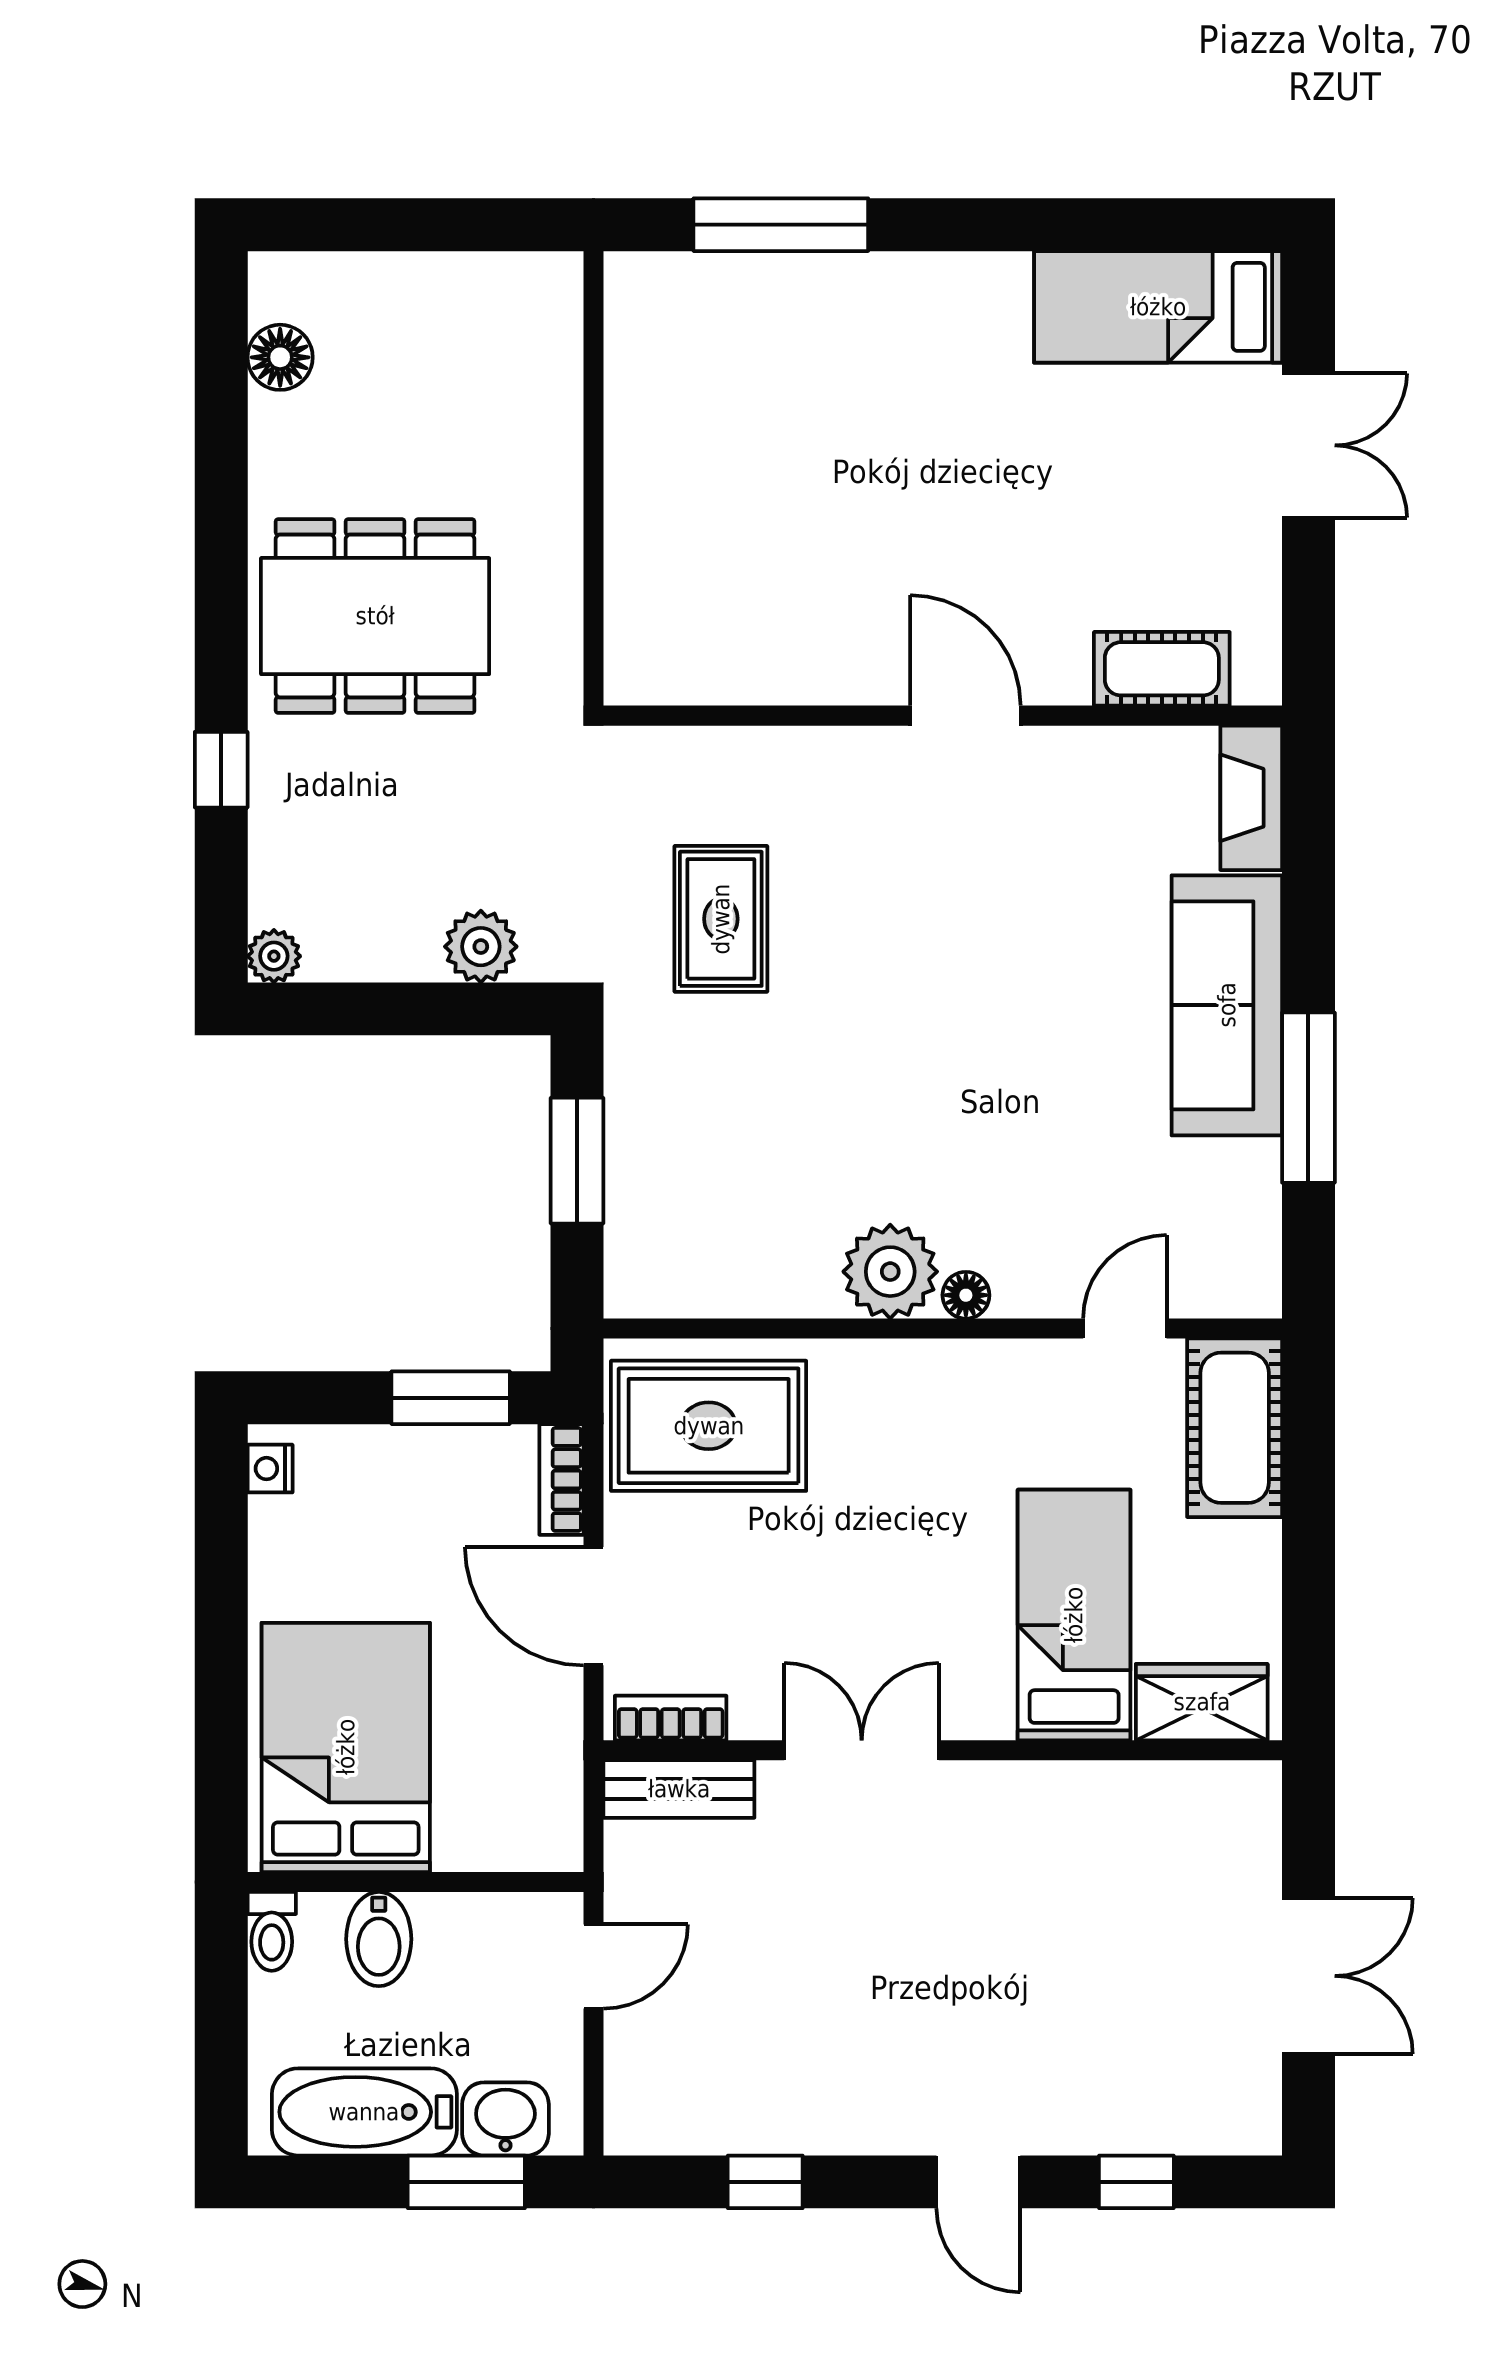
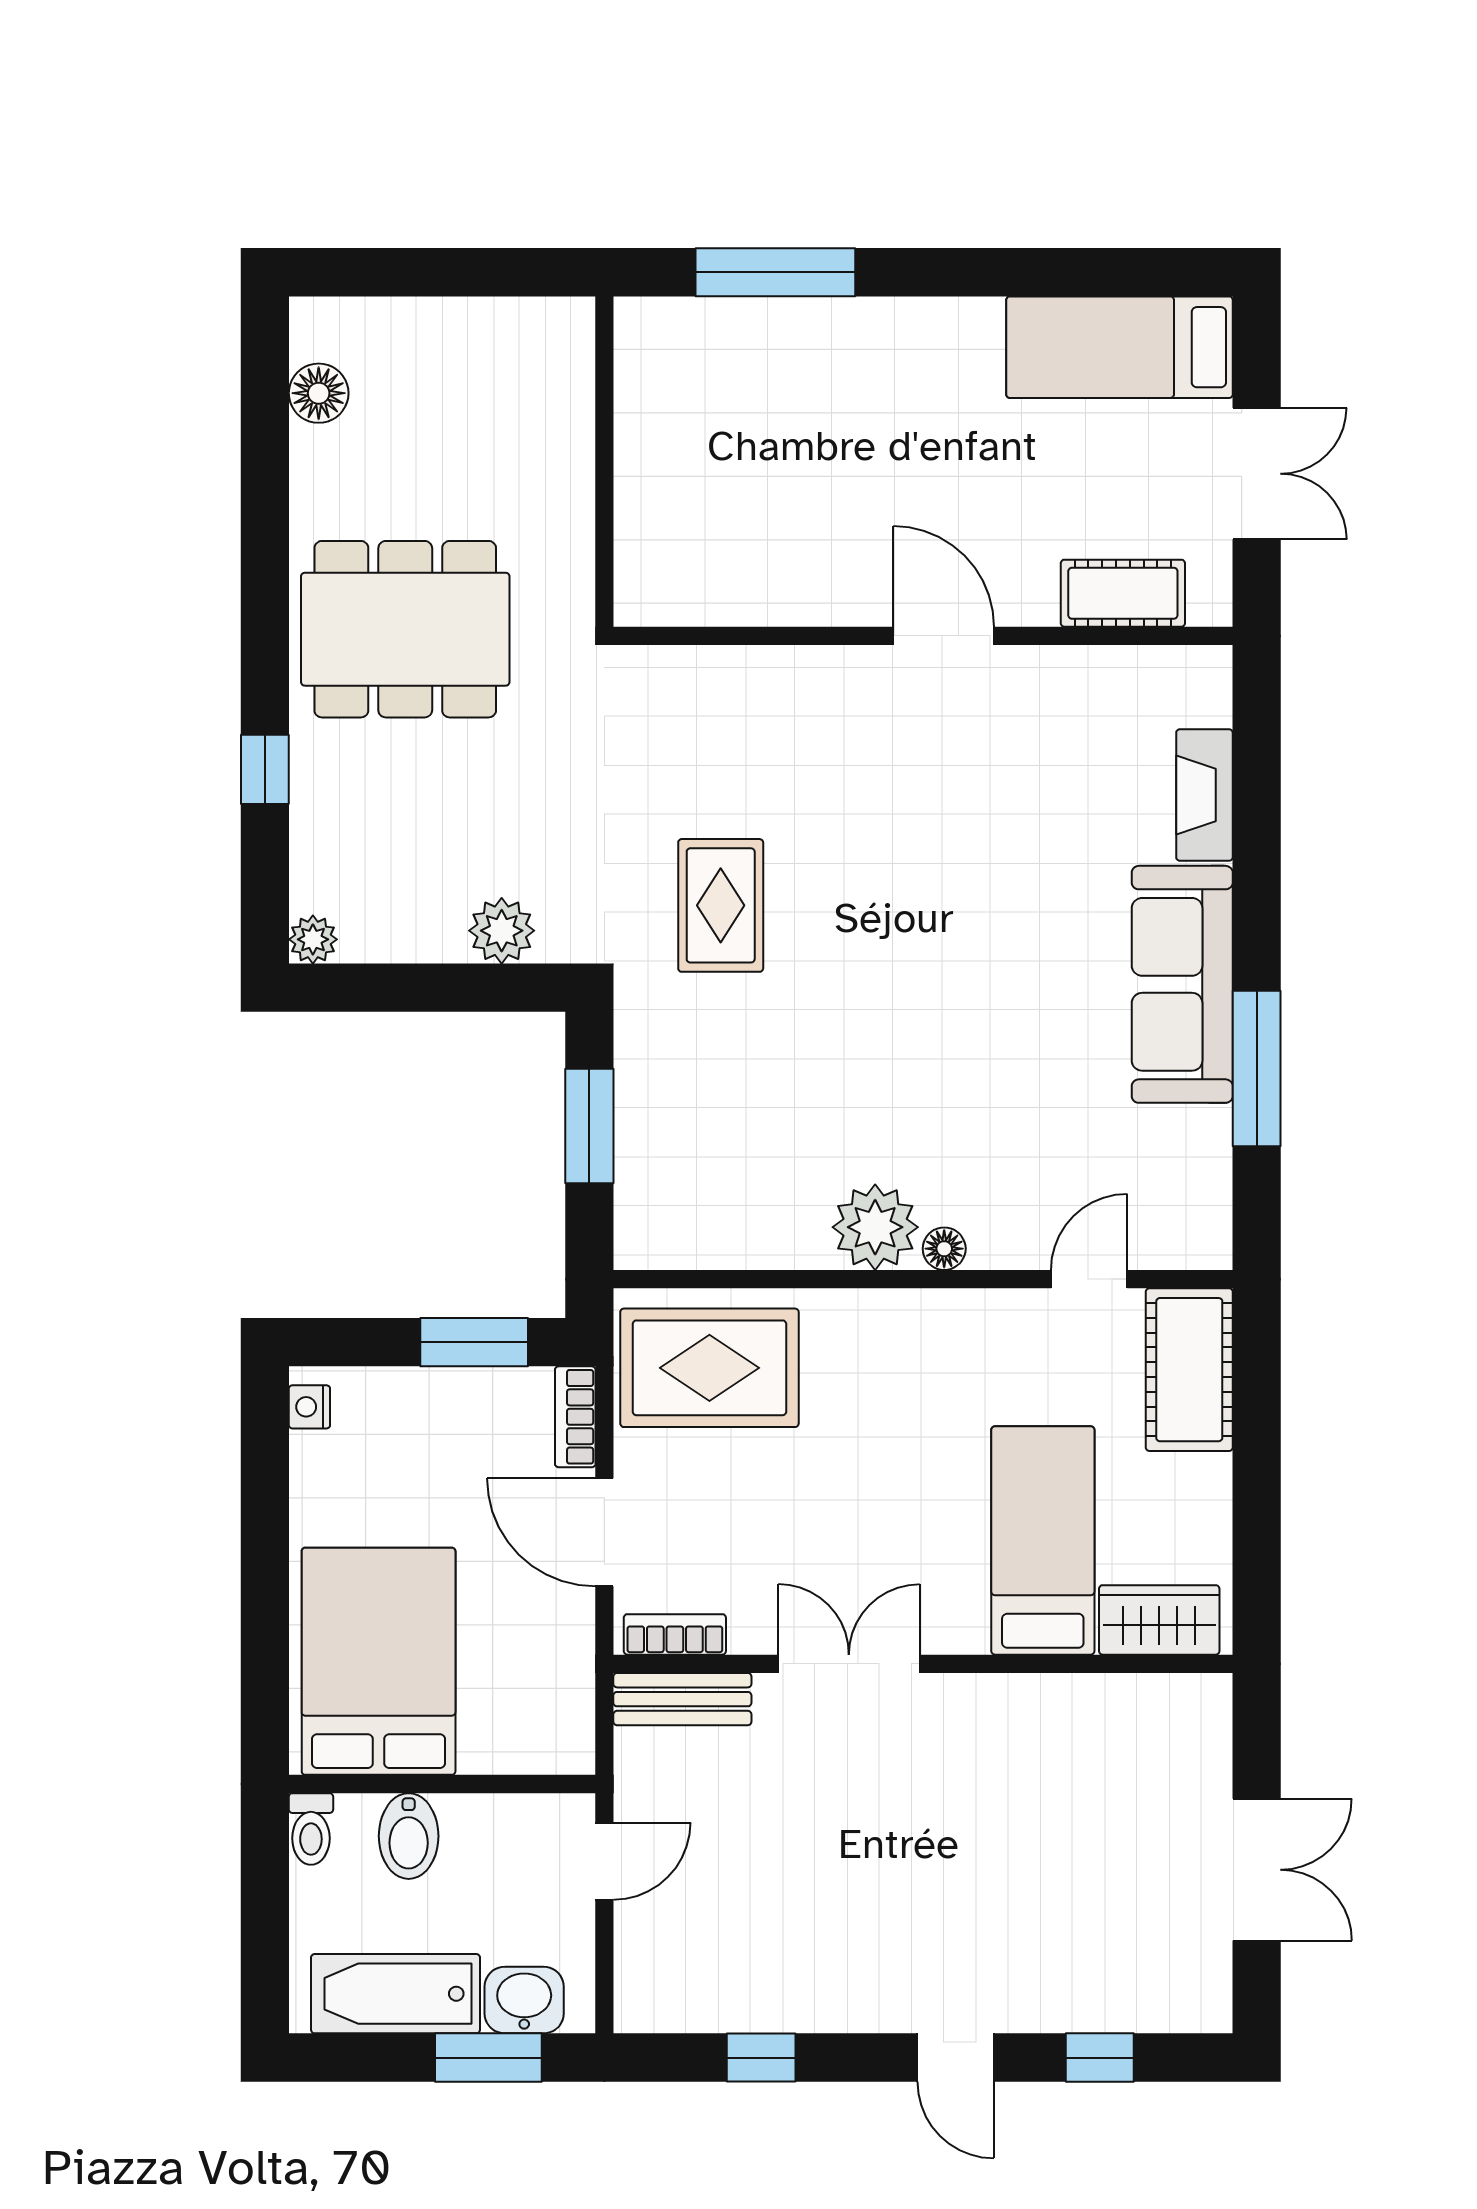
cot: (1162, 669) -> (1123, 593), moved
wall: (943, 716) -> (923, 636), moved
door: (965, 716) -> (944, 636), moved

